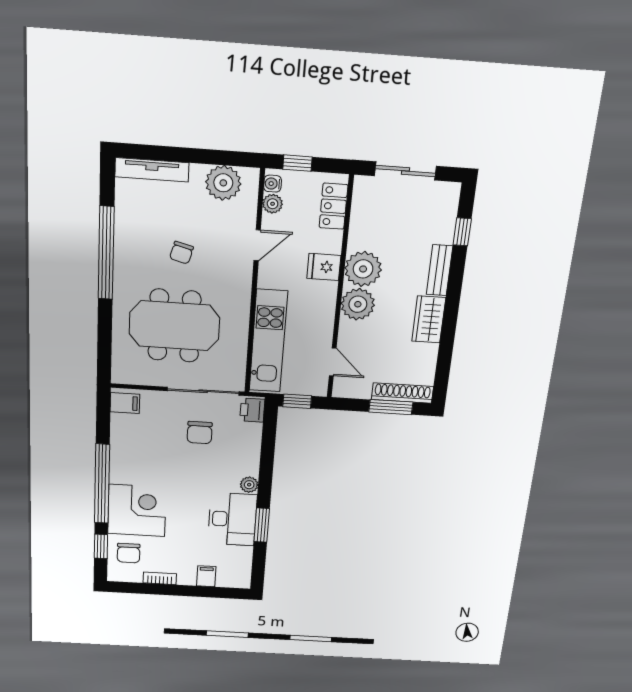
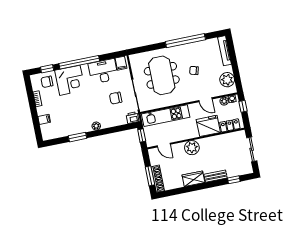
fridge: (324, 267) -> (208, 126), width x1.88, depth x1.34
plant: (363, 269) -> (207, 145), removed
door: (333, 362) -> (164, 145), hinge flipped
desk: (232, 519) -> (103, 71), moved, turned 180

